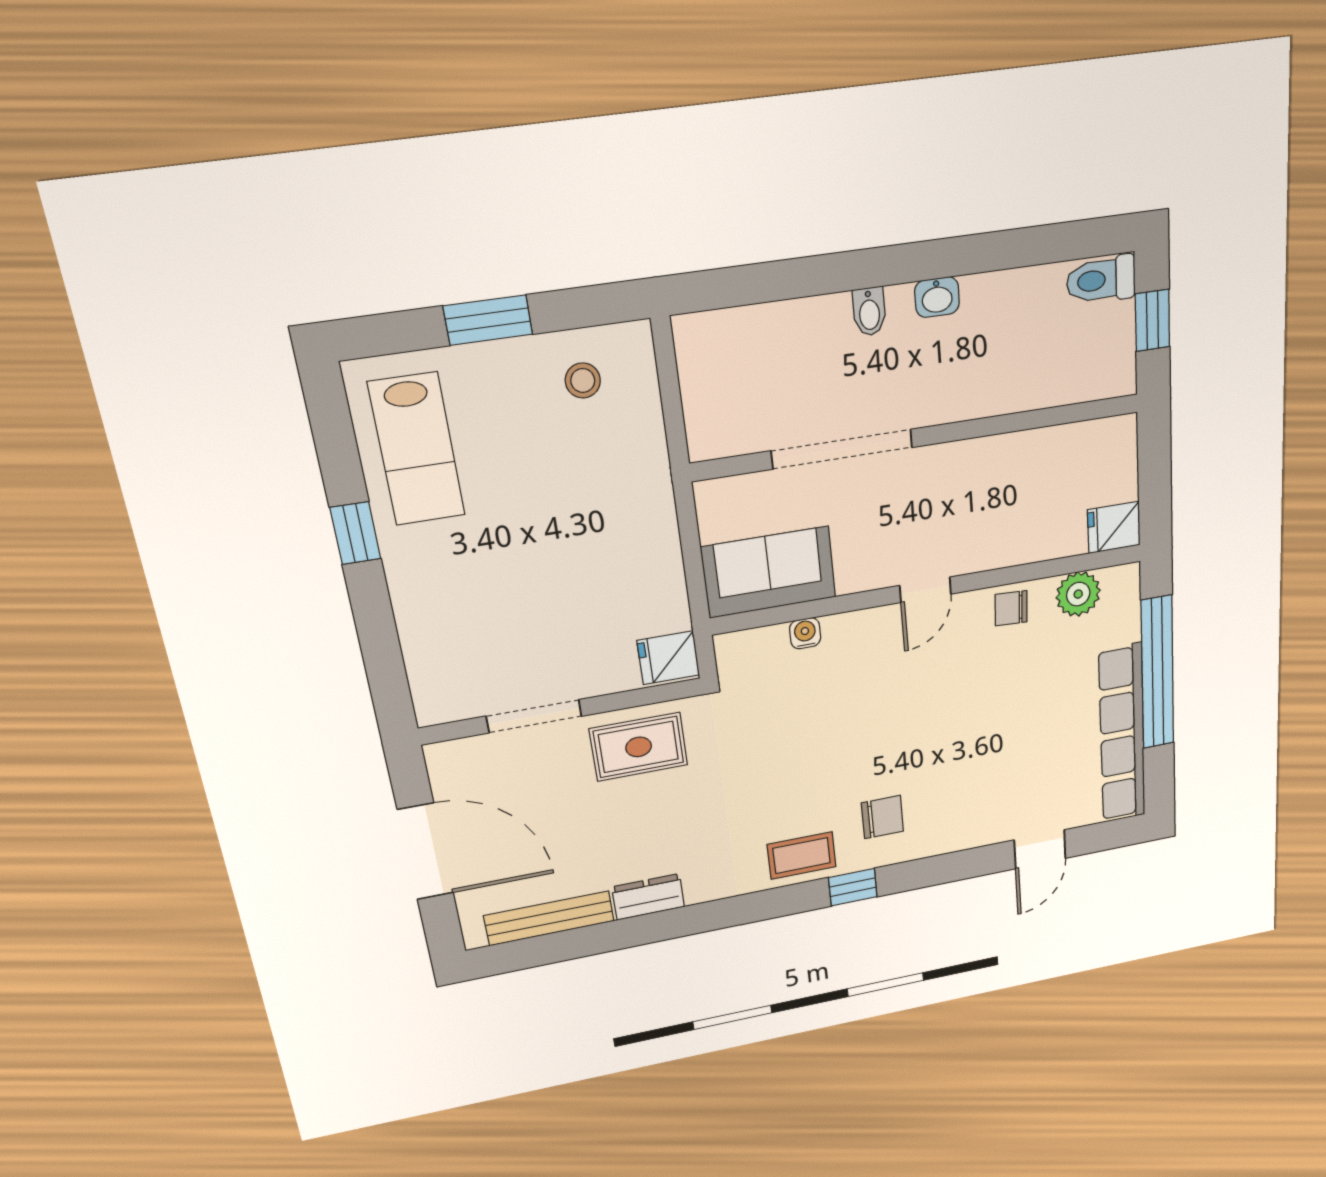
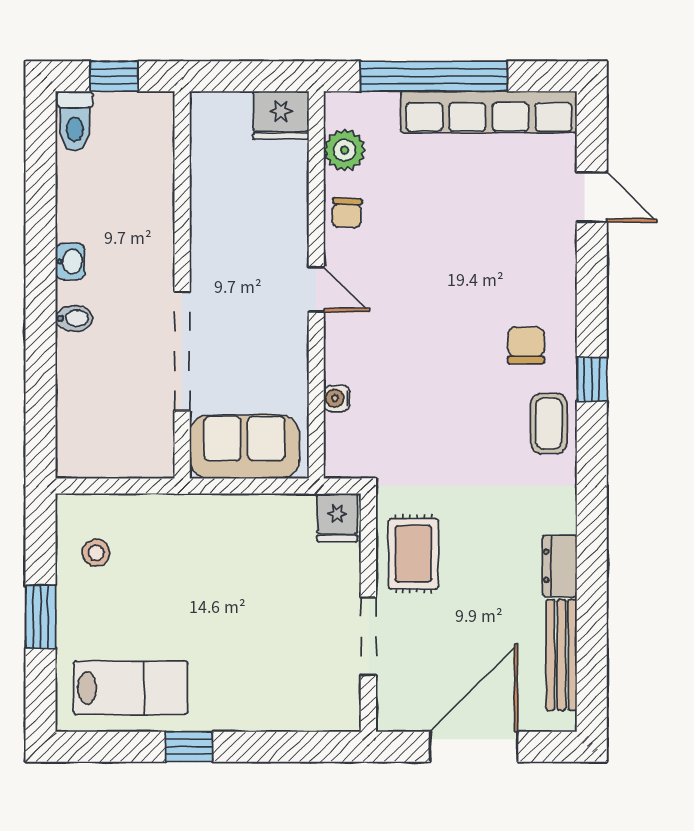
fridge: (1114, 527) -> (281, 115), width x1.38
sofa: (769, 572) -> (244, 447), moved, turned 90

